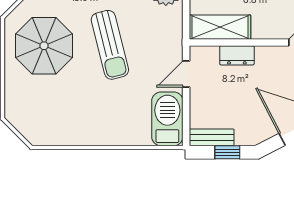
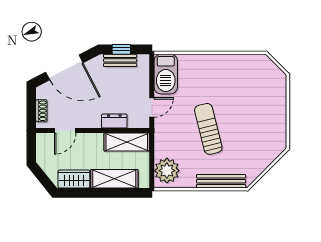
parasol: (44, 46) -> (257, 128), removed
bench: (212, 137) -> (120, 60), moved

